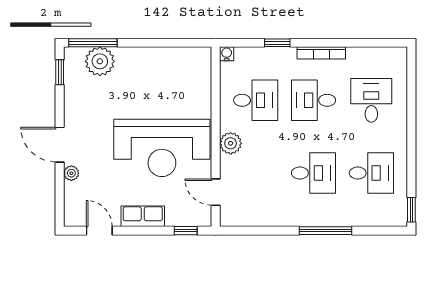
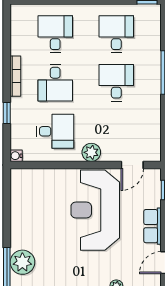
desk: (256, 100) -> (55, 131), turned 90
desk: (371, 100) -> (55, 34), turned 90
reception desk: (162, 148) -> (95, 210), turned 180

